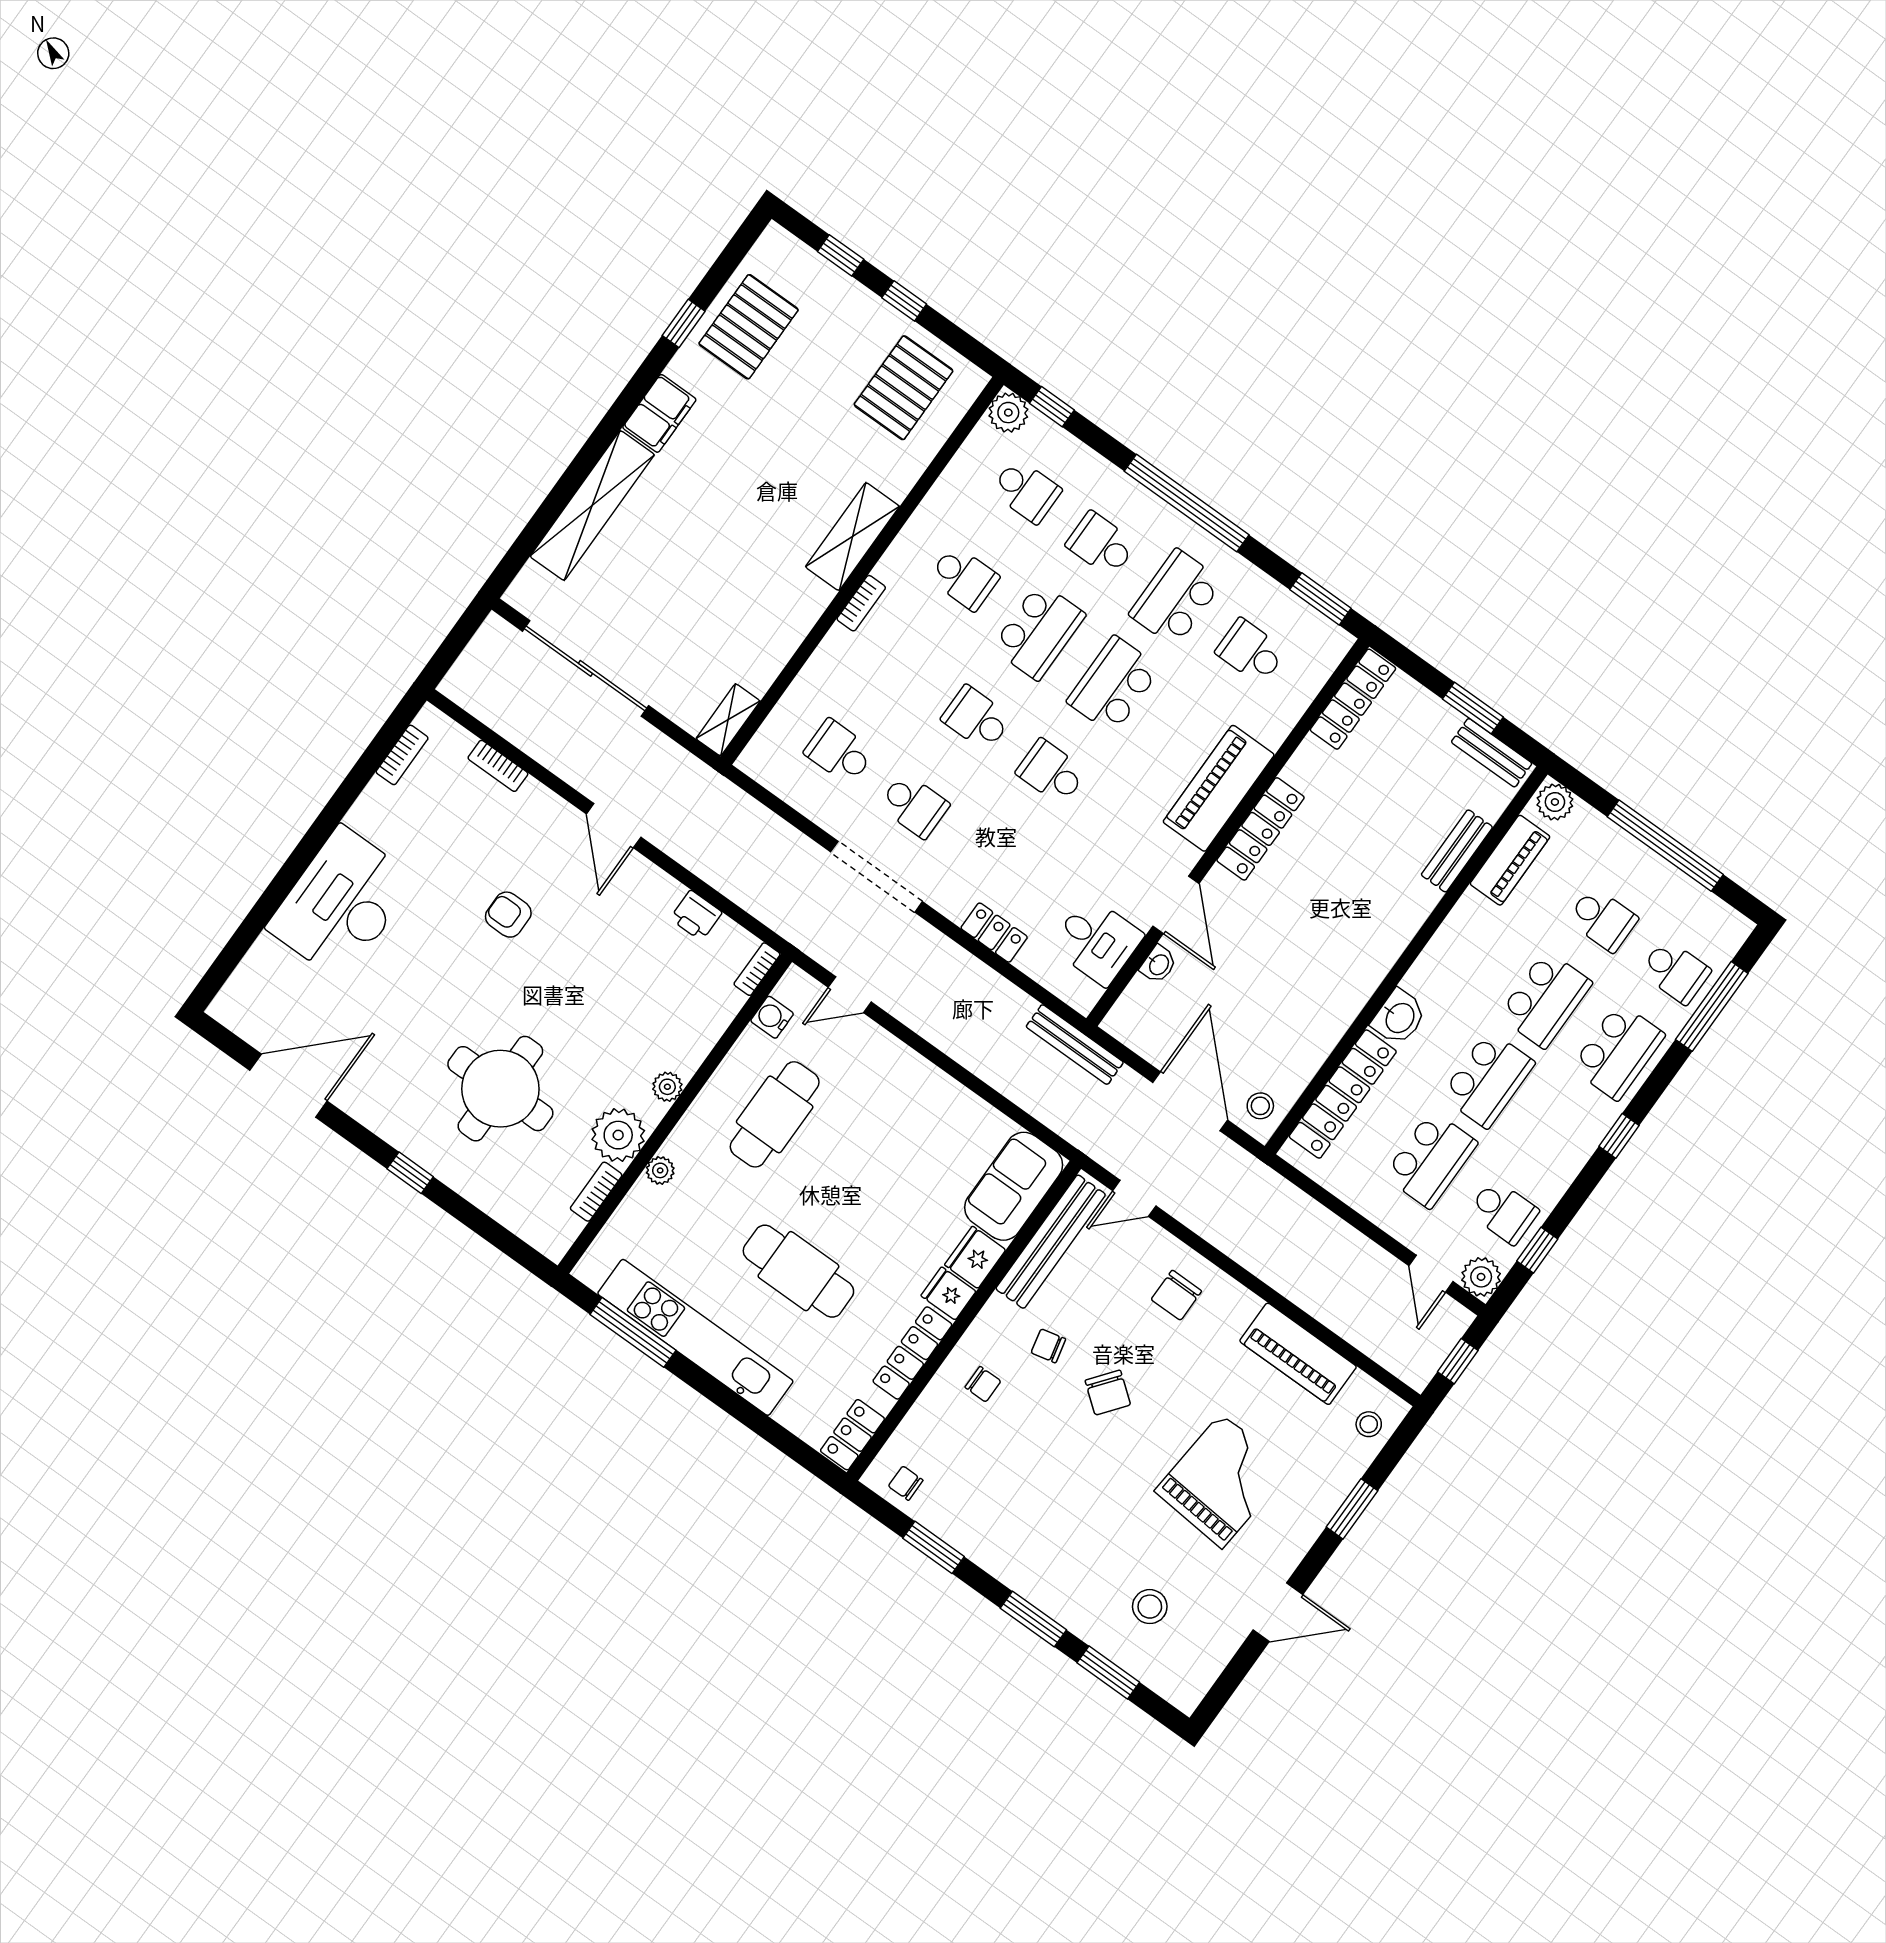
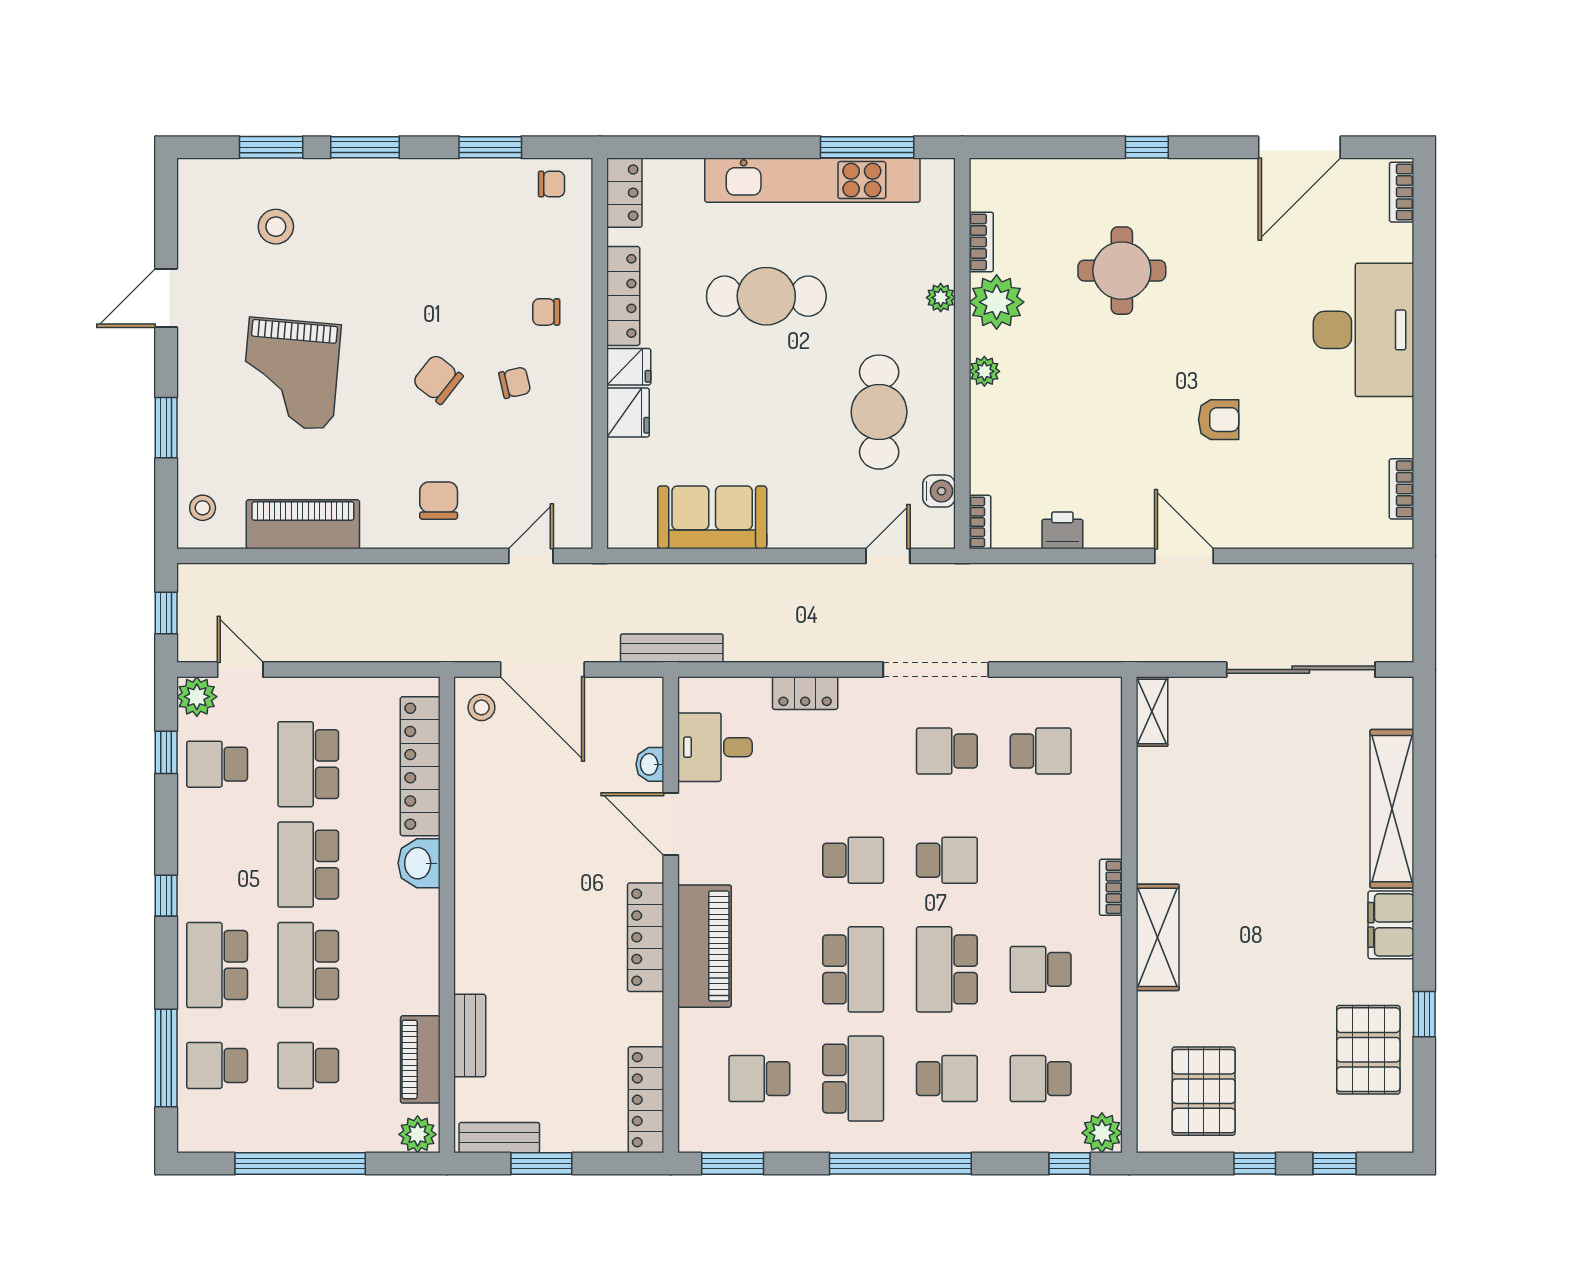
school desk: (1251, 651) -> (759, 1079), turned 180
bookcase: (498, 766) -> (1402, 192), moved, turned -90
round table: (500, 1089) -> (1122, 271), width x0.73, depth x0.73
sofa: (1014, 1186) -> (712, 517), moved, turned -90
bench: (1051, 1242) -> (575, 470), removed

